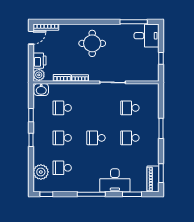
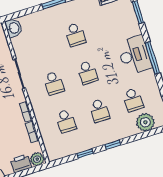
washbasin: (41, 90) -> (14, 28), moved
school desk: (130, 108) -> (54, 83), moved
desk: (115, 180) -> (134, 55), moved

